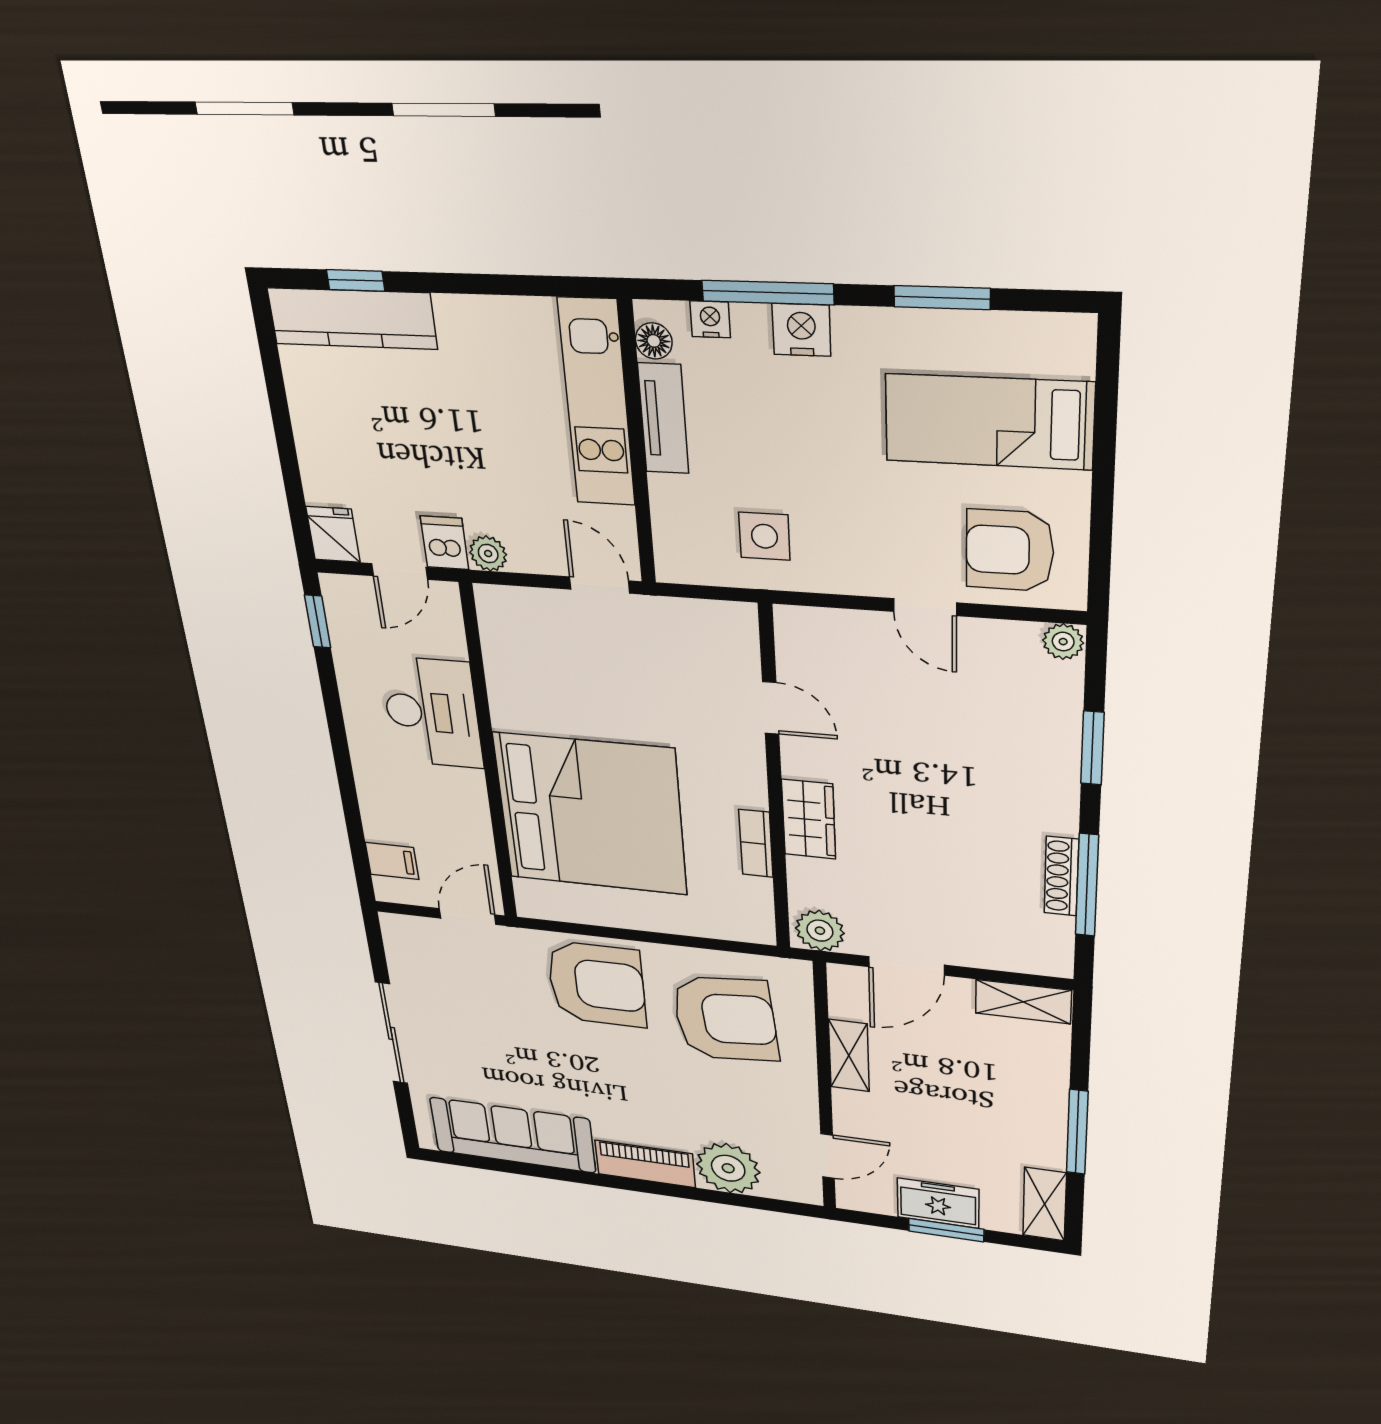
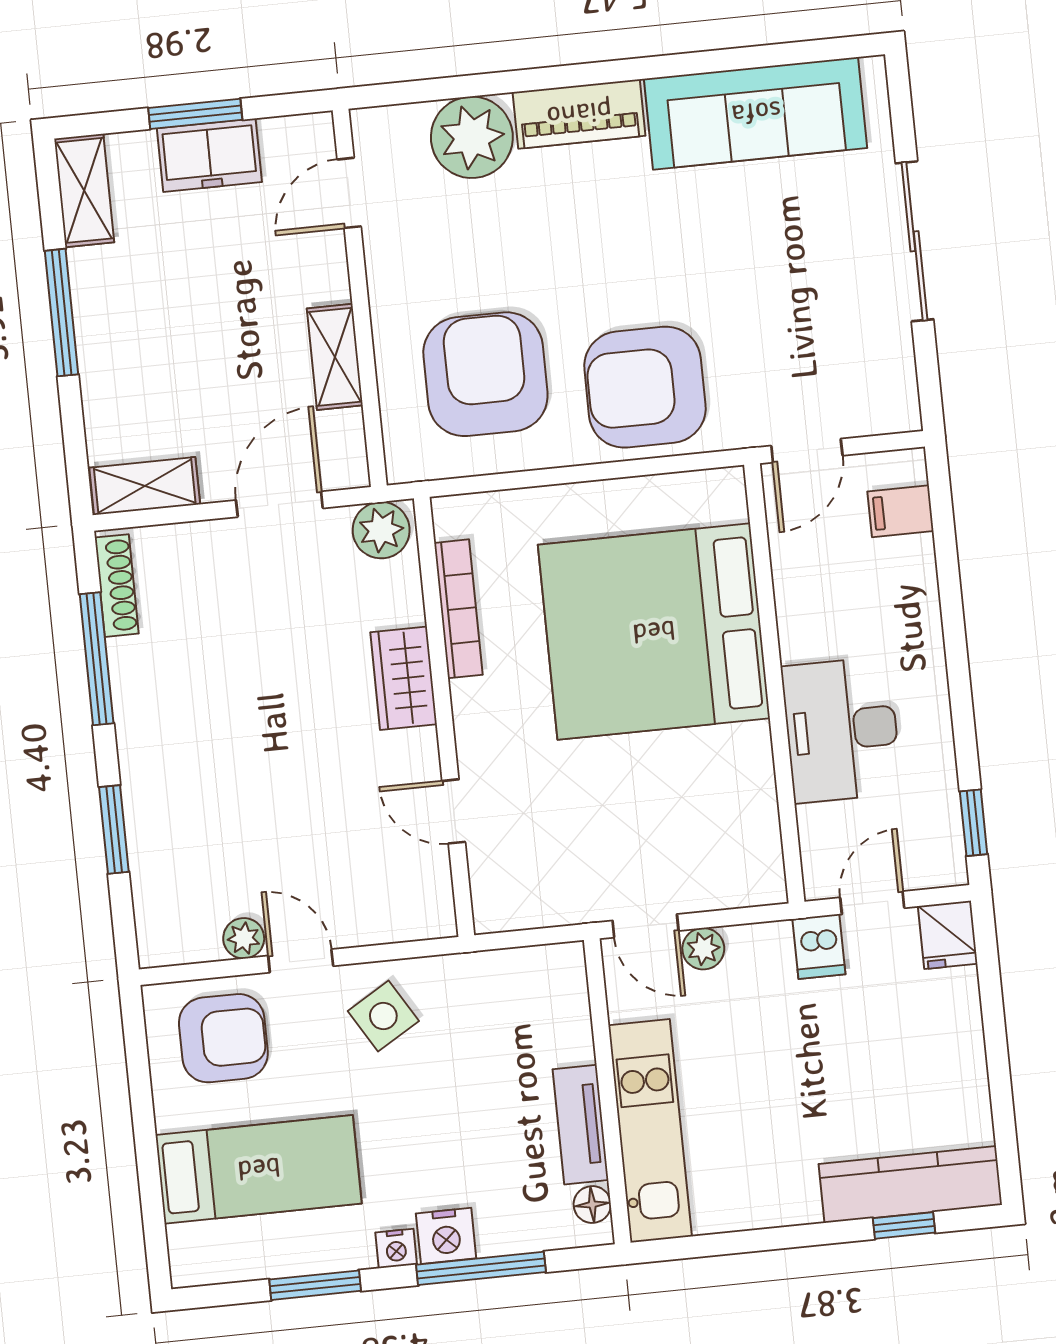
nightstand: (710, 319) -> (396, 1248), moved
side table: (764, 536) -> (383, 1016), moved, turned -31
plant: (488, 554) -> (703, 949), moved
plant: (1063, 642) -> (244, 938), moved
bookcase: (756, 843) -> (458, 609), width x1.56
shoe rack: (1061, 876) -> (117, 586), moved
armchair: (725, 1019) -> (485, 374), turned 95

